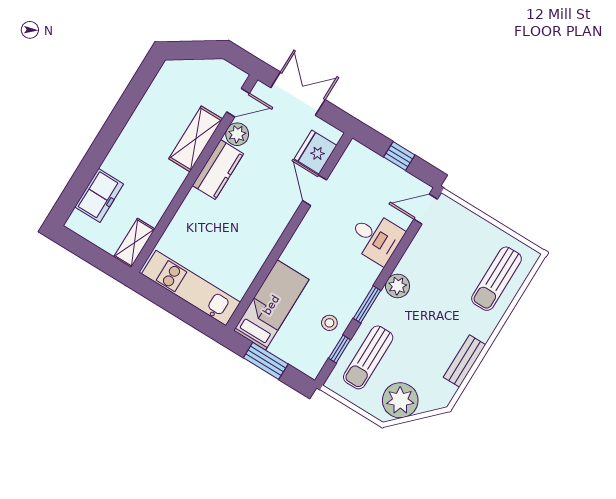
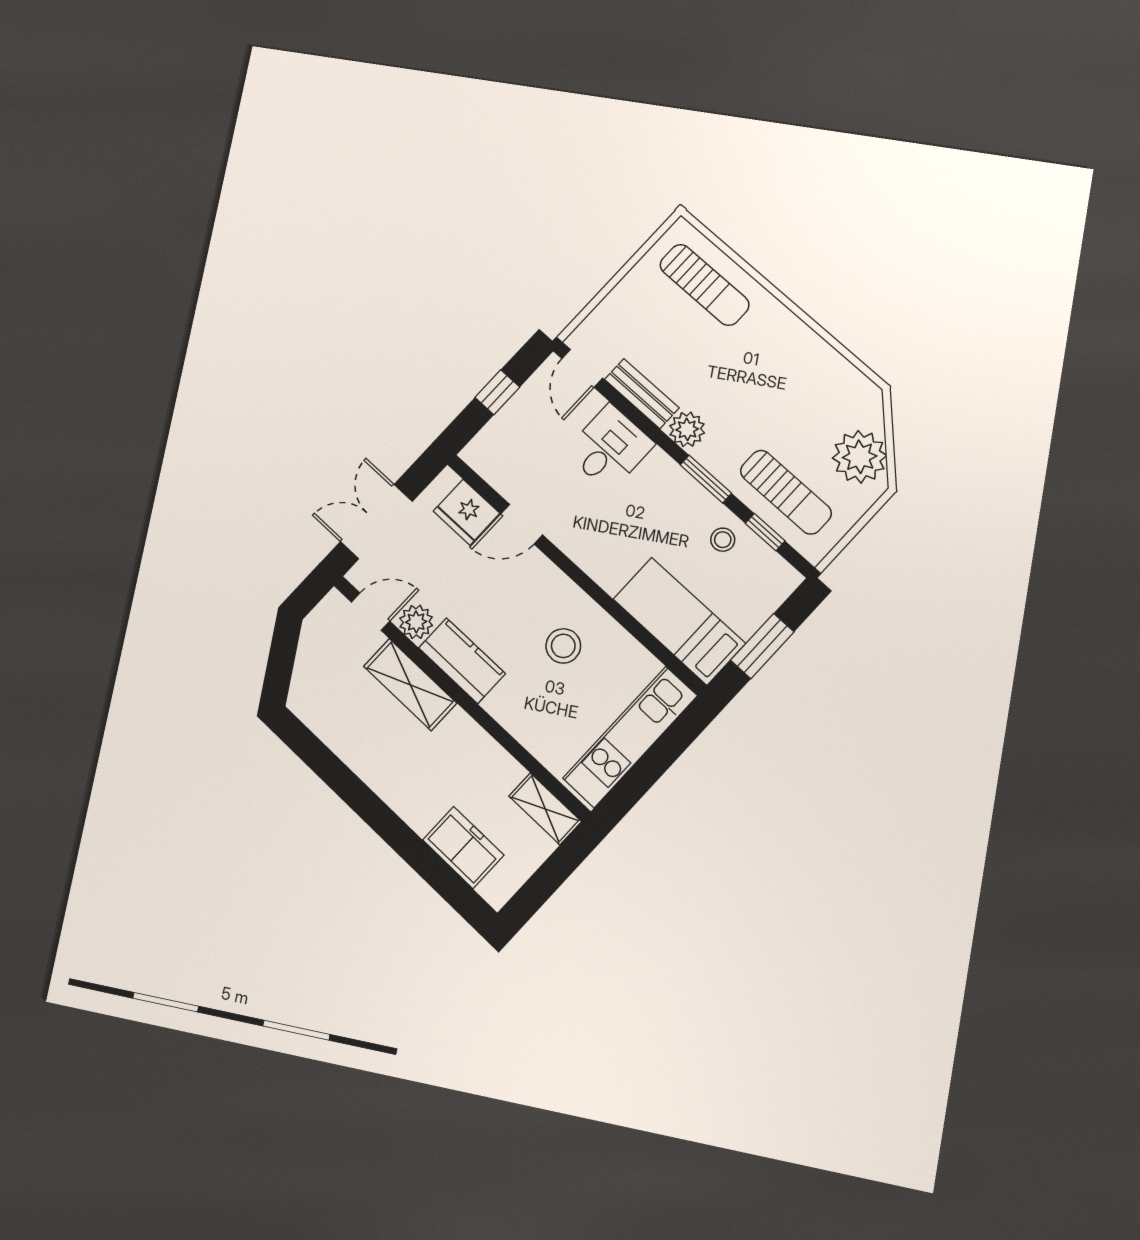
door: (238, 103) -> (371, 612), hinge flipped
stool: (241, 234) -> (563, 646), added
bench: (465, 361) -> (642, 394), moved

